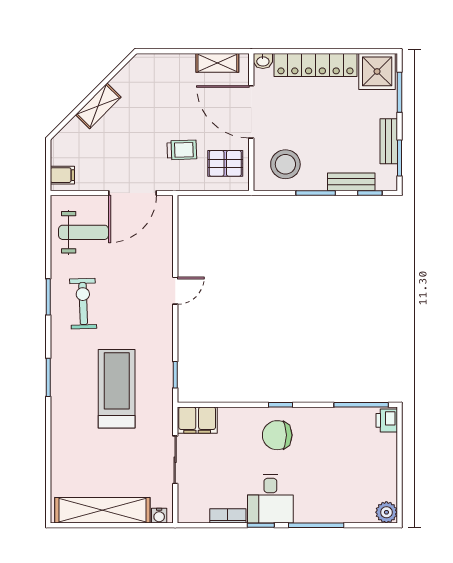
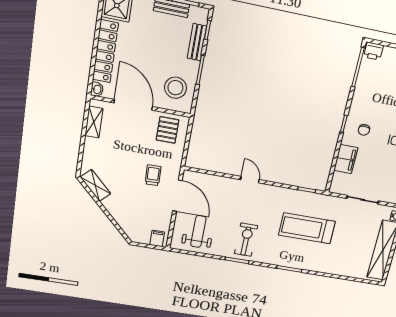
shelving: (98, 106) -> (95, 185), moved
door: (251, 112) -> (133, 105), swing flipped
trolley: (182, 150) -> (153, 175), moved
exercise bike: (83, 304) -> (246, 240), turned 92
filing cabinet: (197, 420) -> (346, 159), moved
chair: (277, 435) -> (364, 130), width x0.54, depth x0.54

